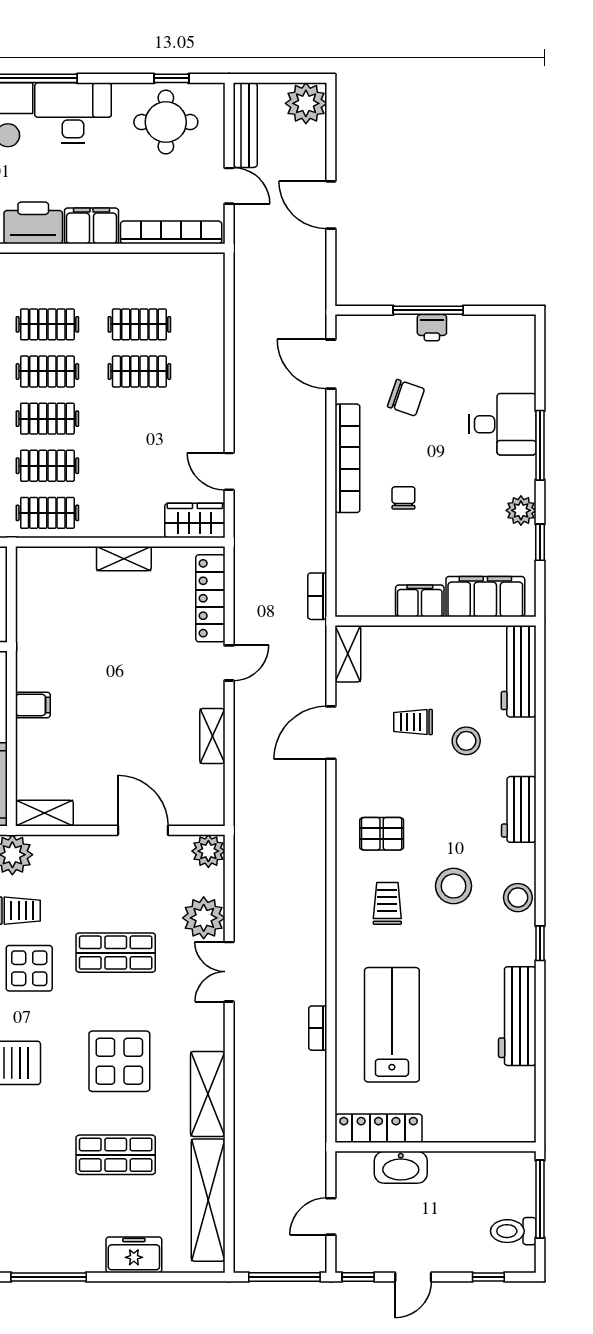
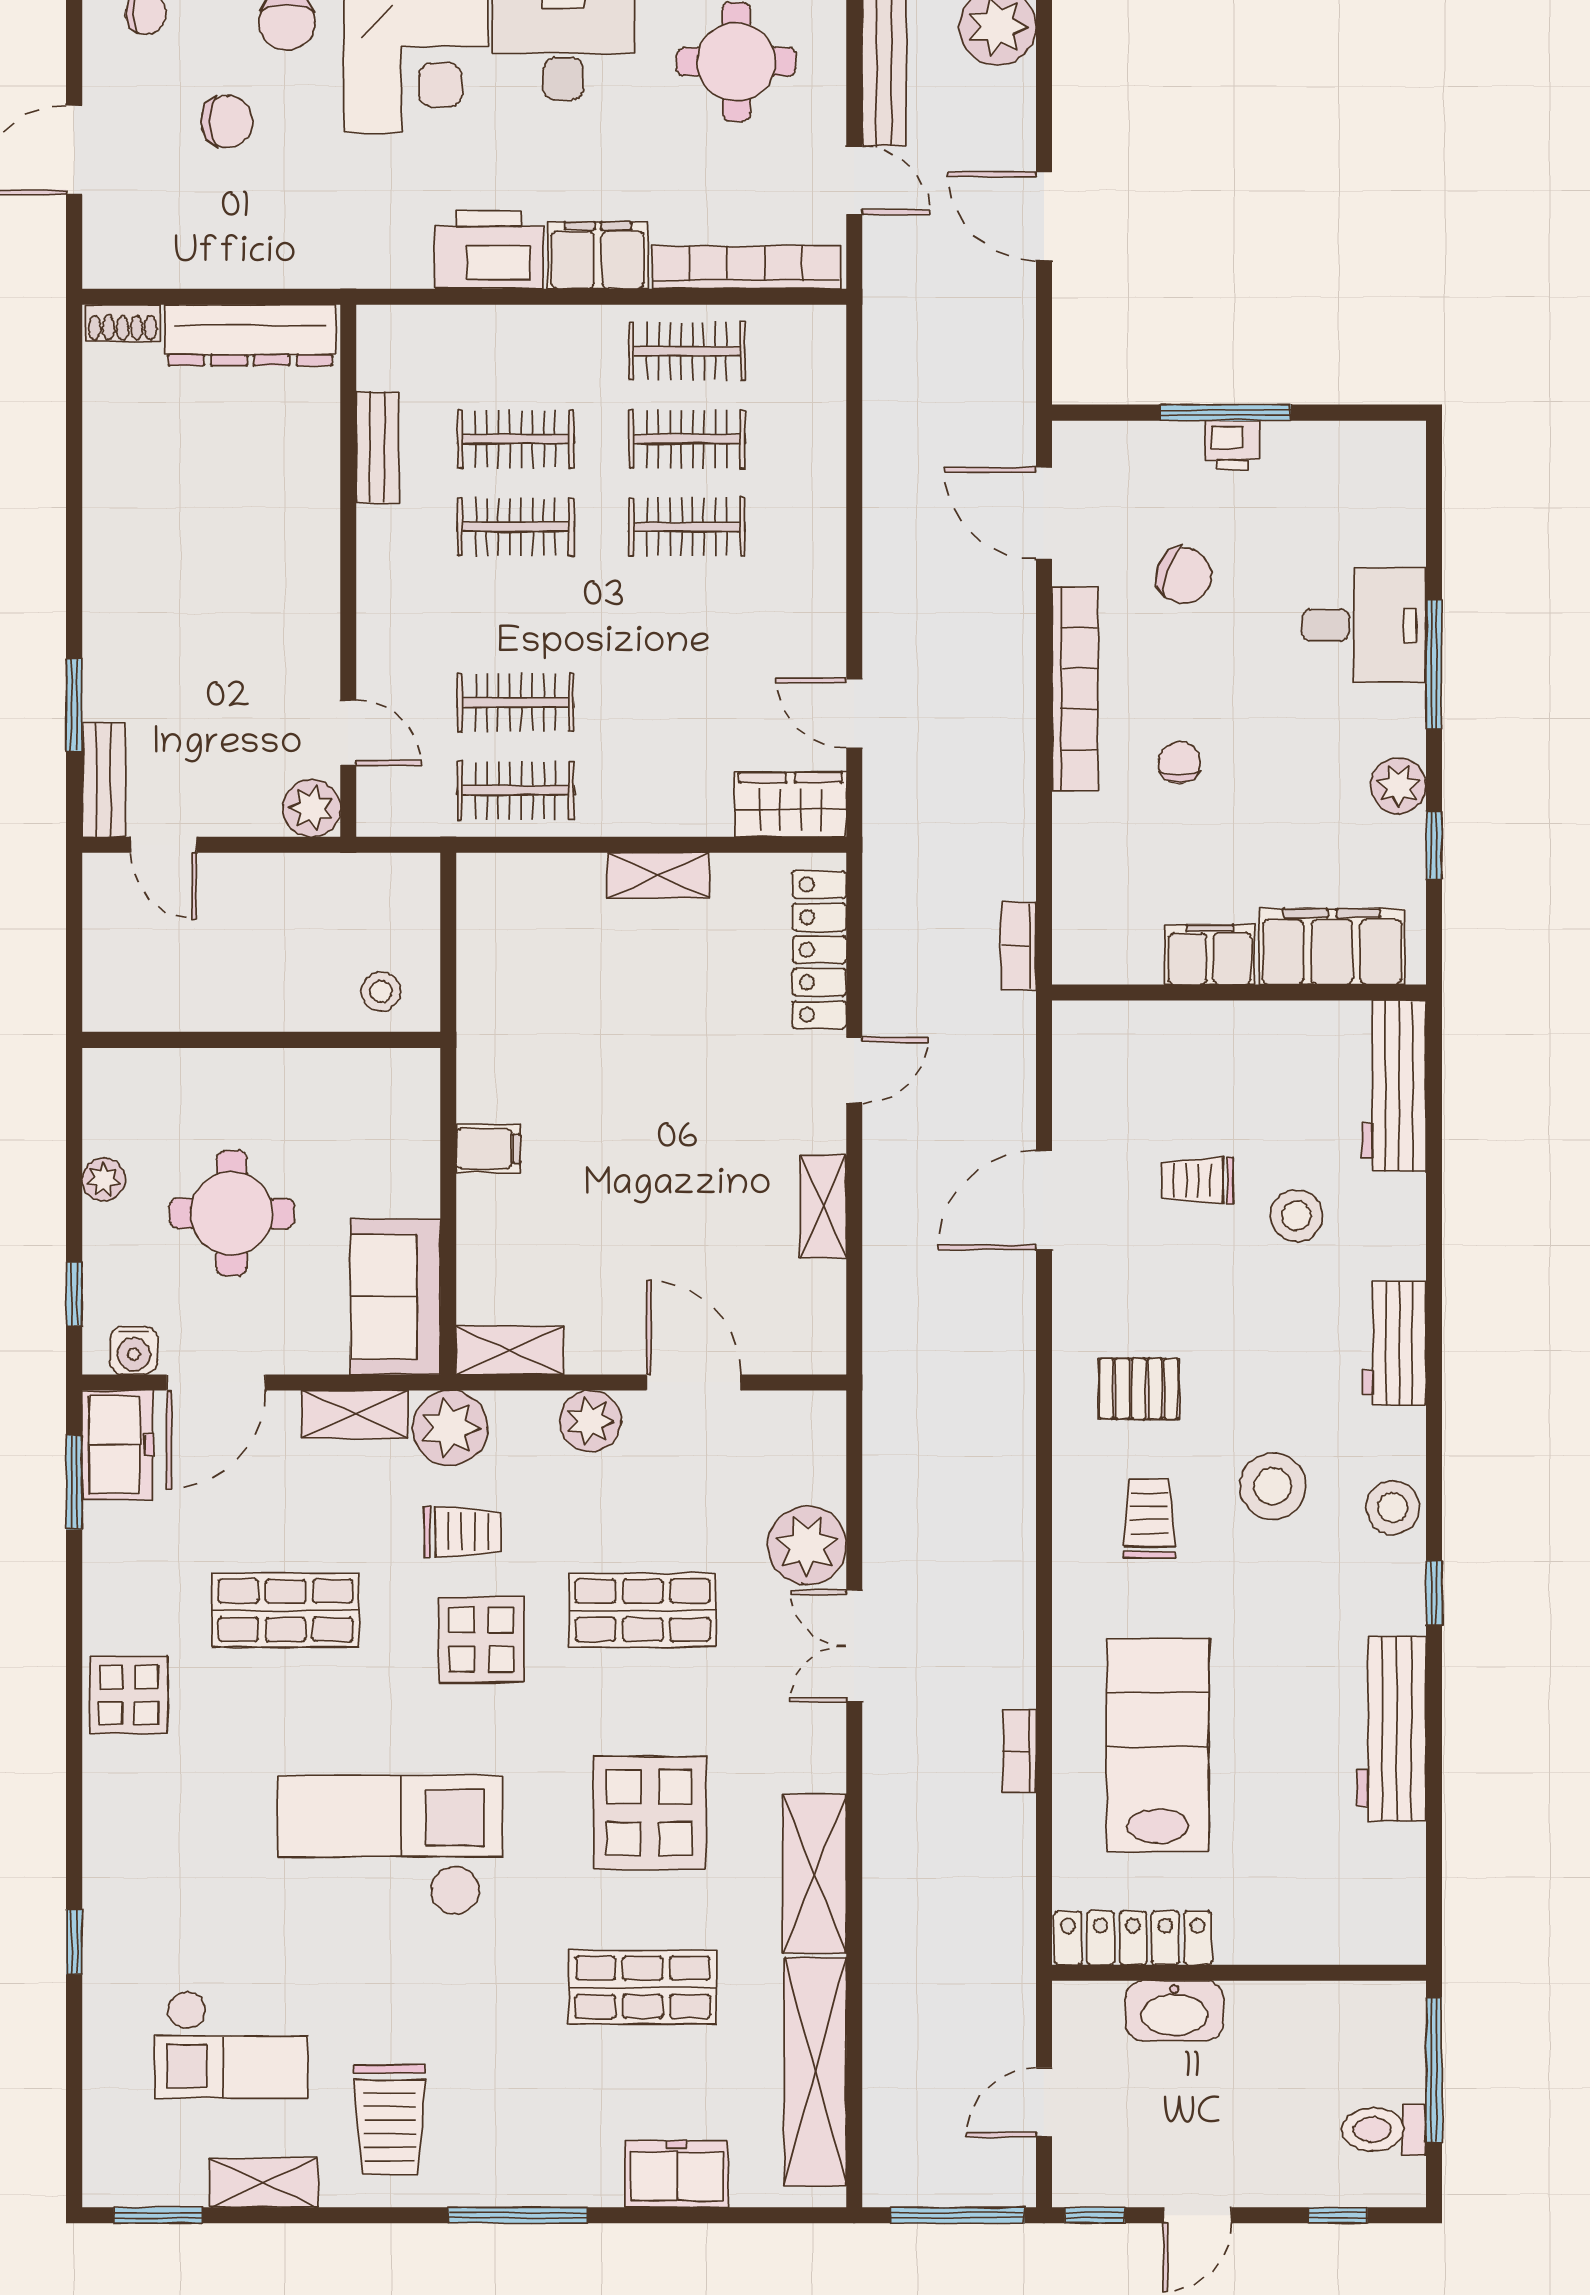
clothes rail: (47, 419) -> (687, 351), moved
shelving: (348, 654) -> (1076, 1053), removed
plant: (208, 851) -> (590, 1421), moved

